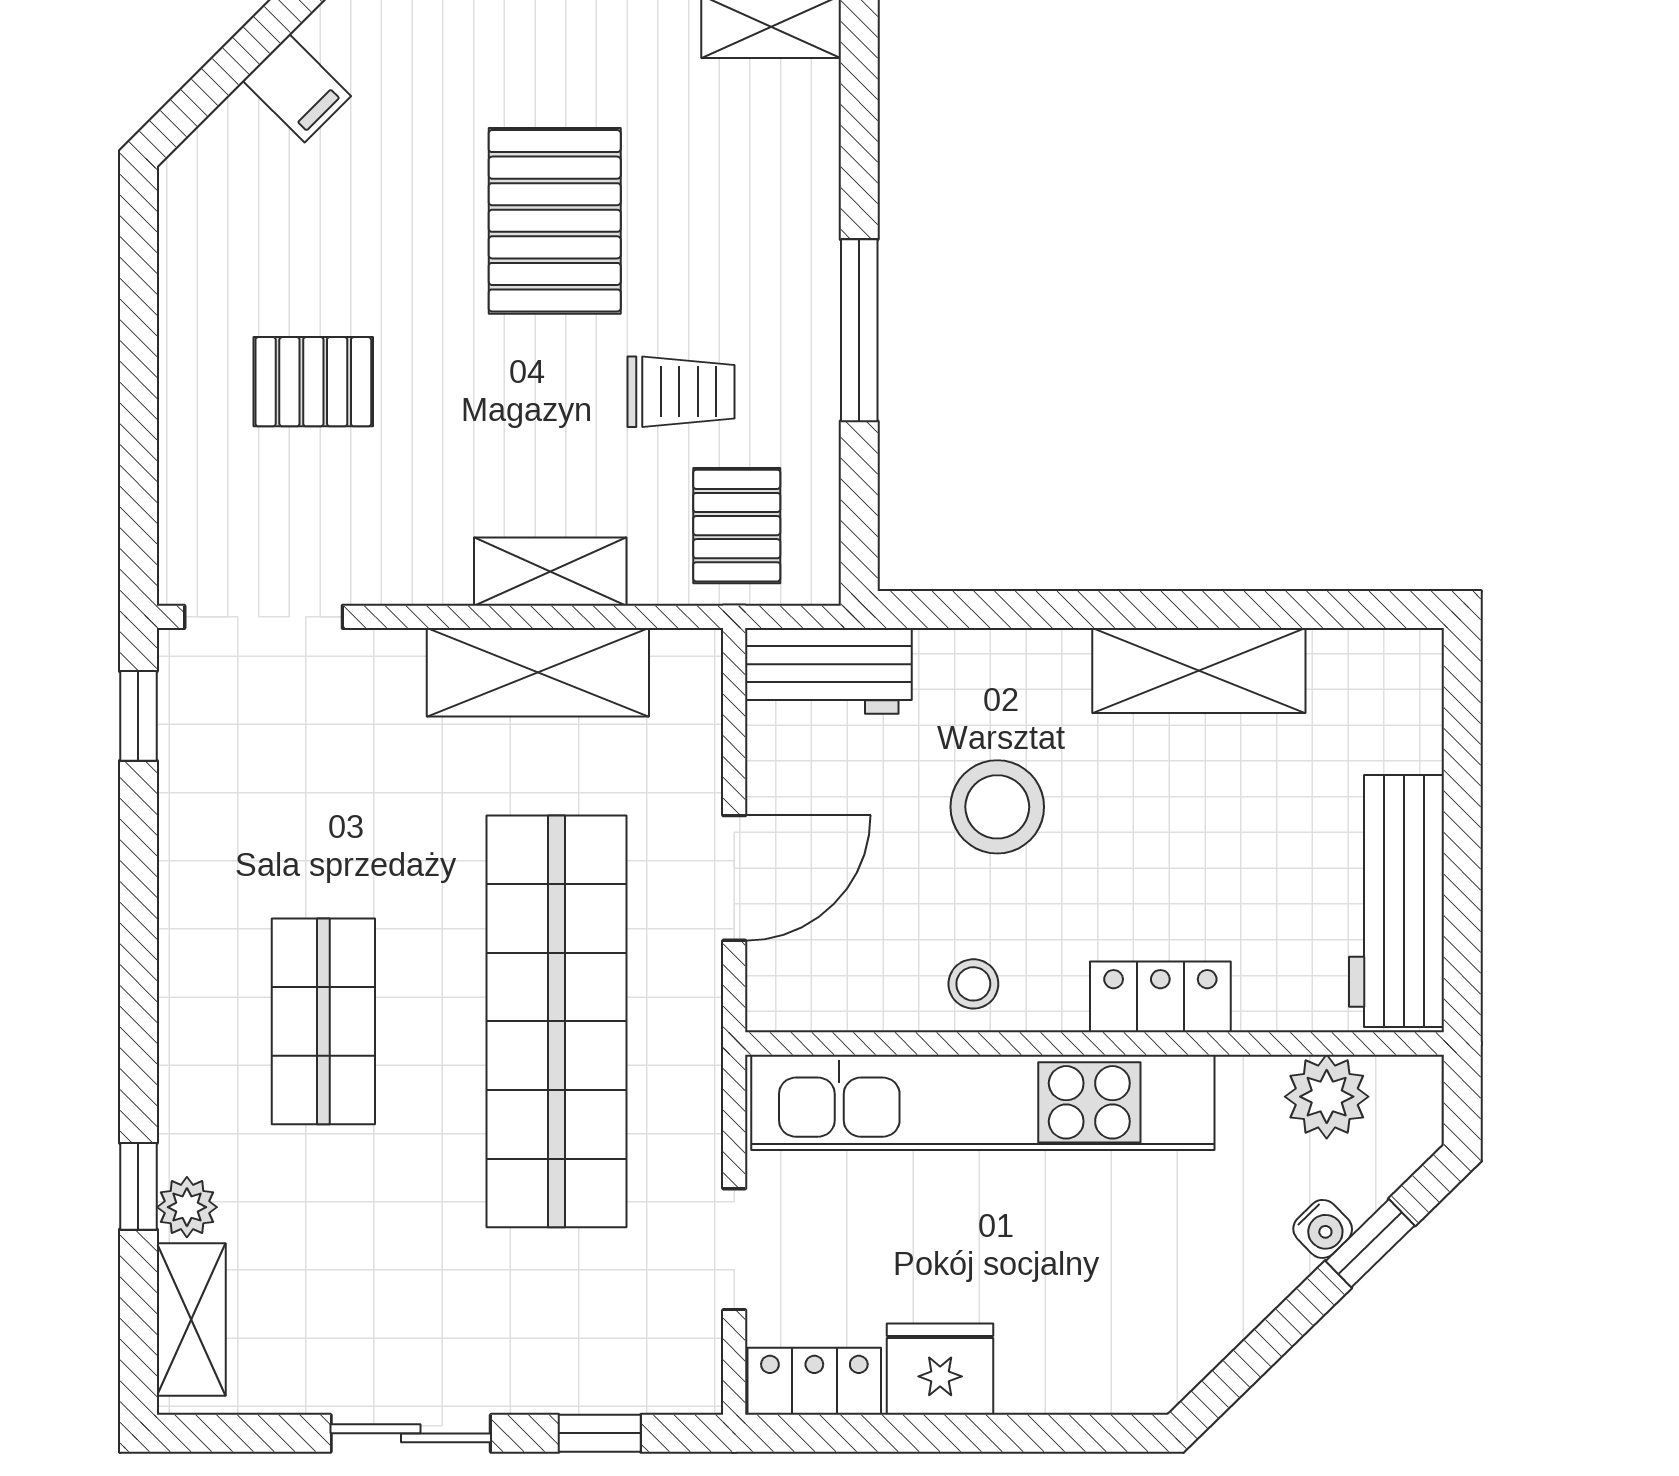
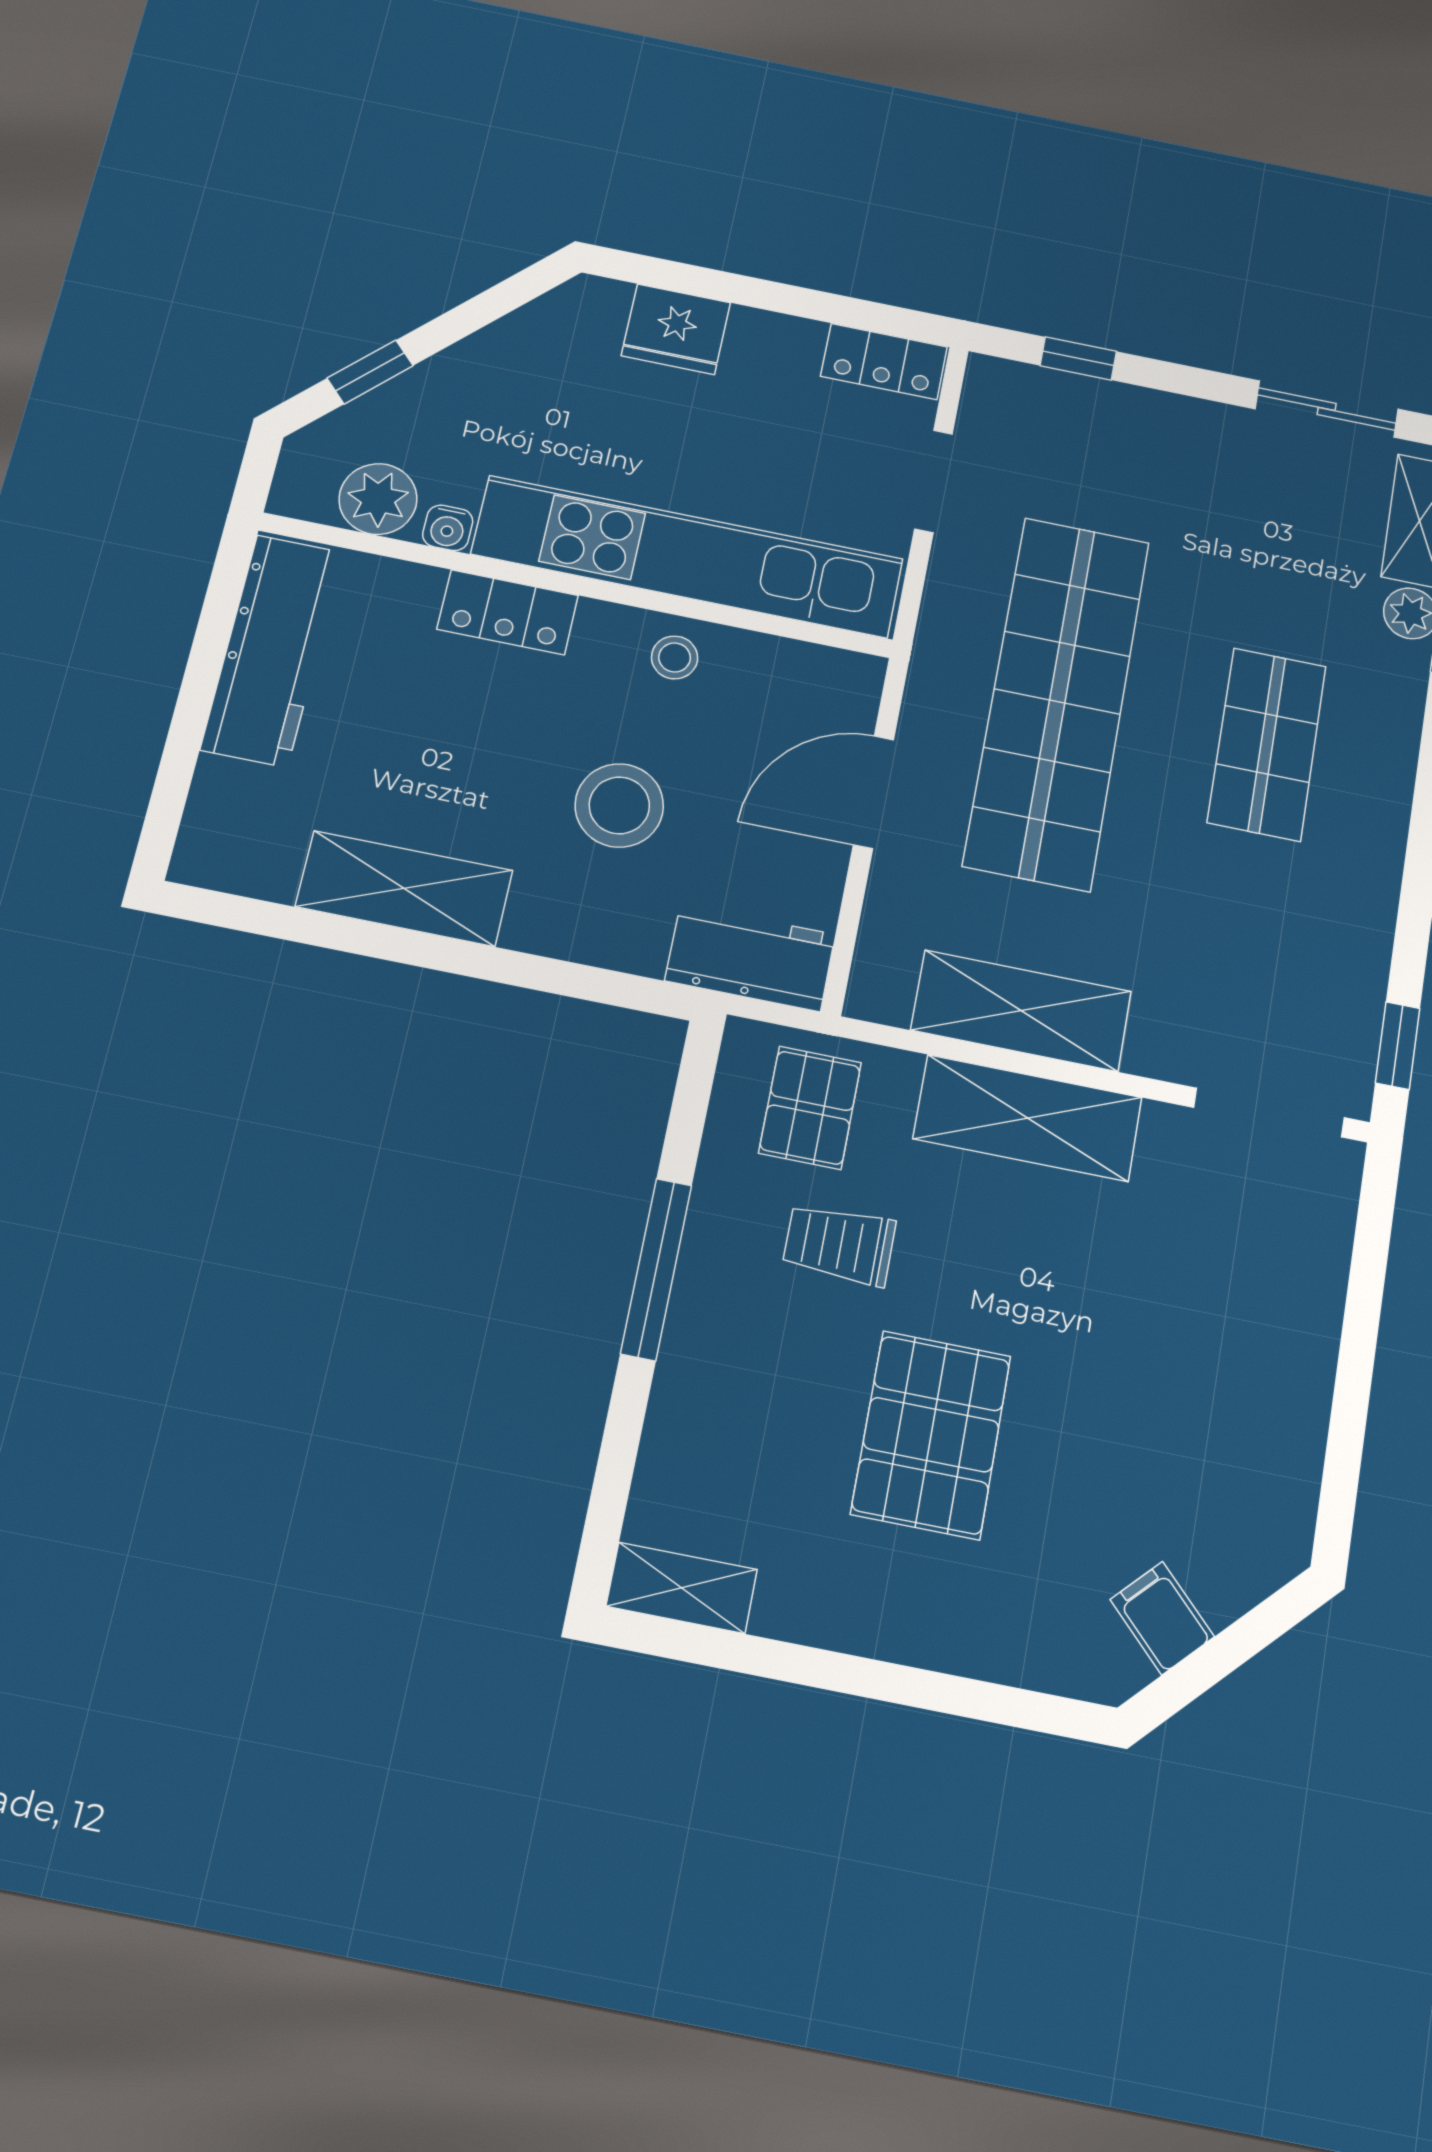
pallet: (313, 382) -> (1189, 1324), removed
shelving: (550, 572) -> (1028, 1118), width x1.50, depth x1.33
water cooler: (1323, 1229) -> (448, 528), moved, turned -136
fridge: (940, 1369) -> (676, 329), moved
sliding door: (411, 1433) -> (1327, 409), moved

